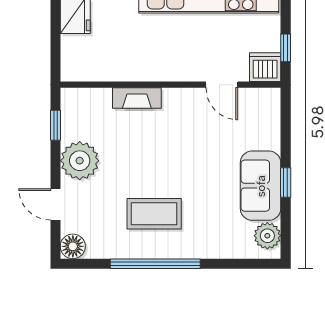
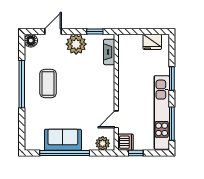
fireplace: (137, 98) -> (109, 52), moved
window: (286, 182) -> (65, 153), width x3.17
plant: (267, 236) -> (103, 143), moved

